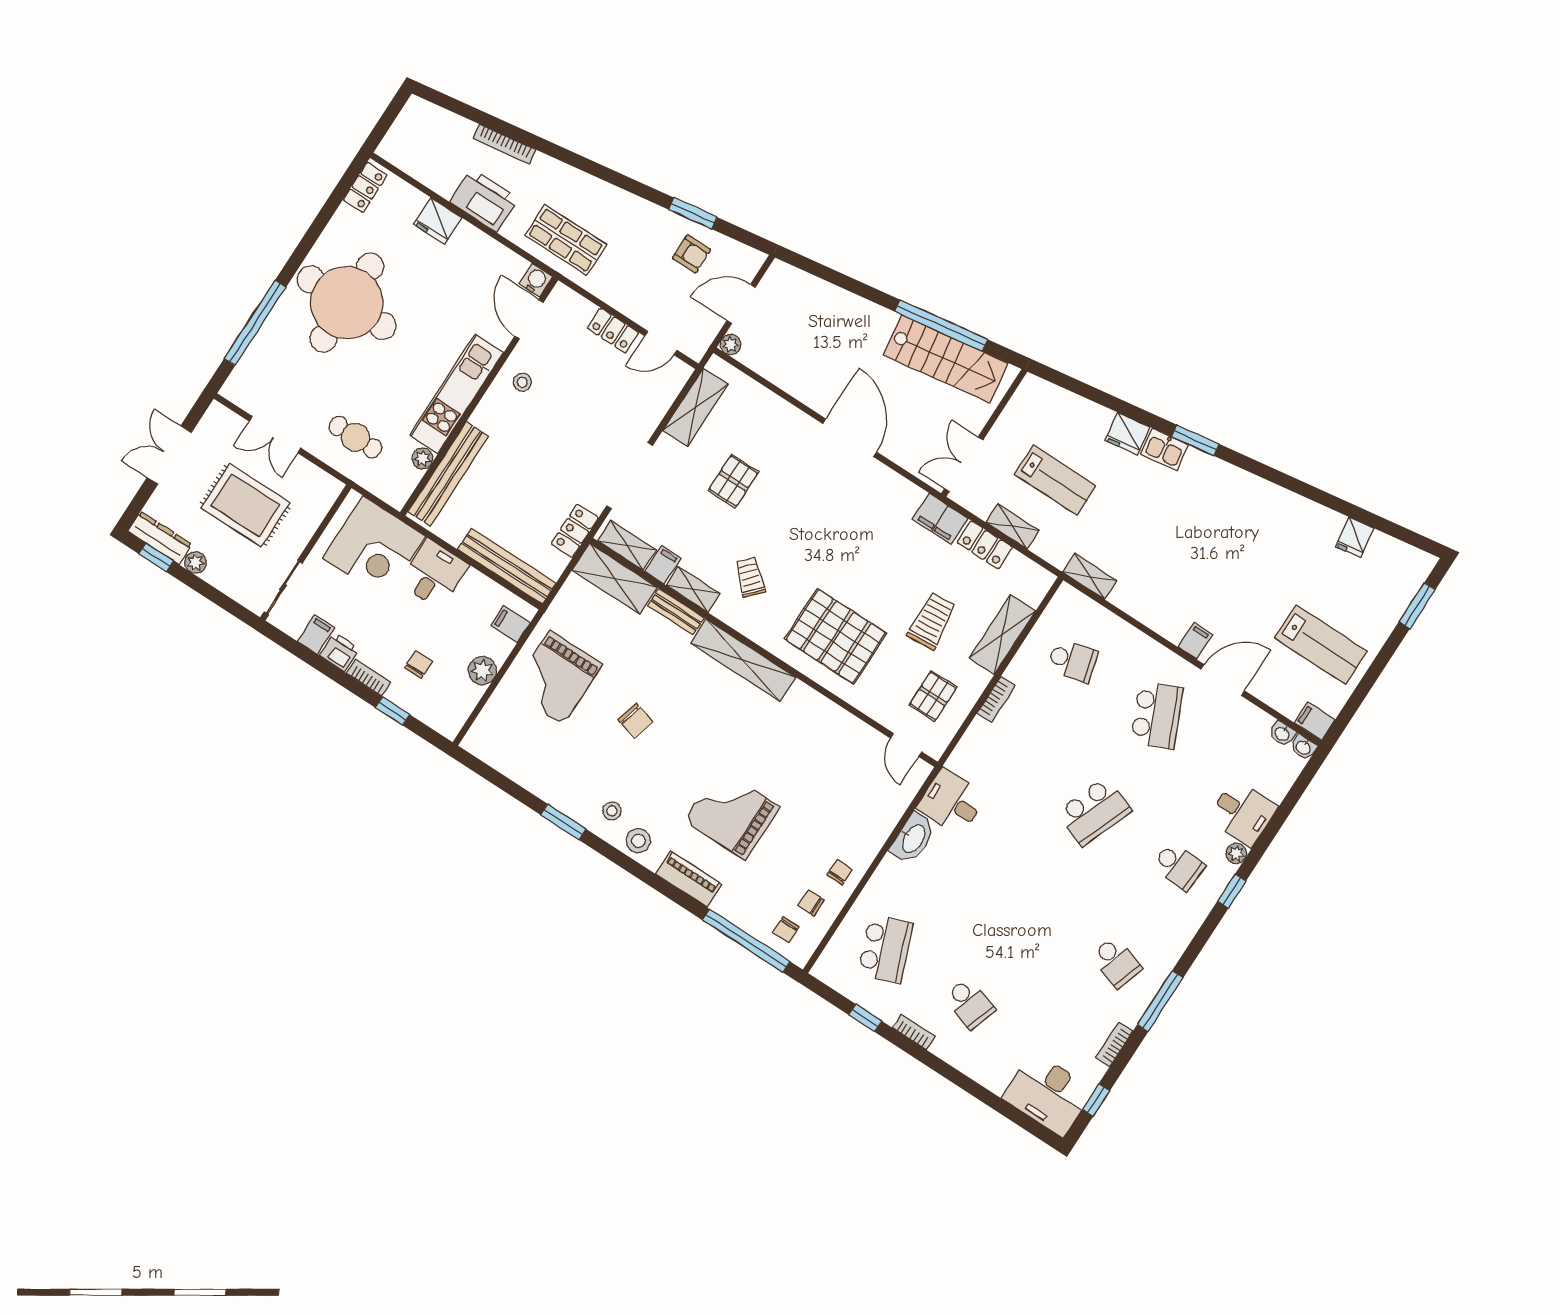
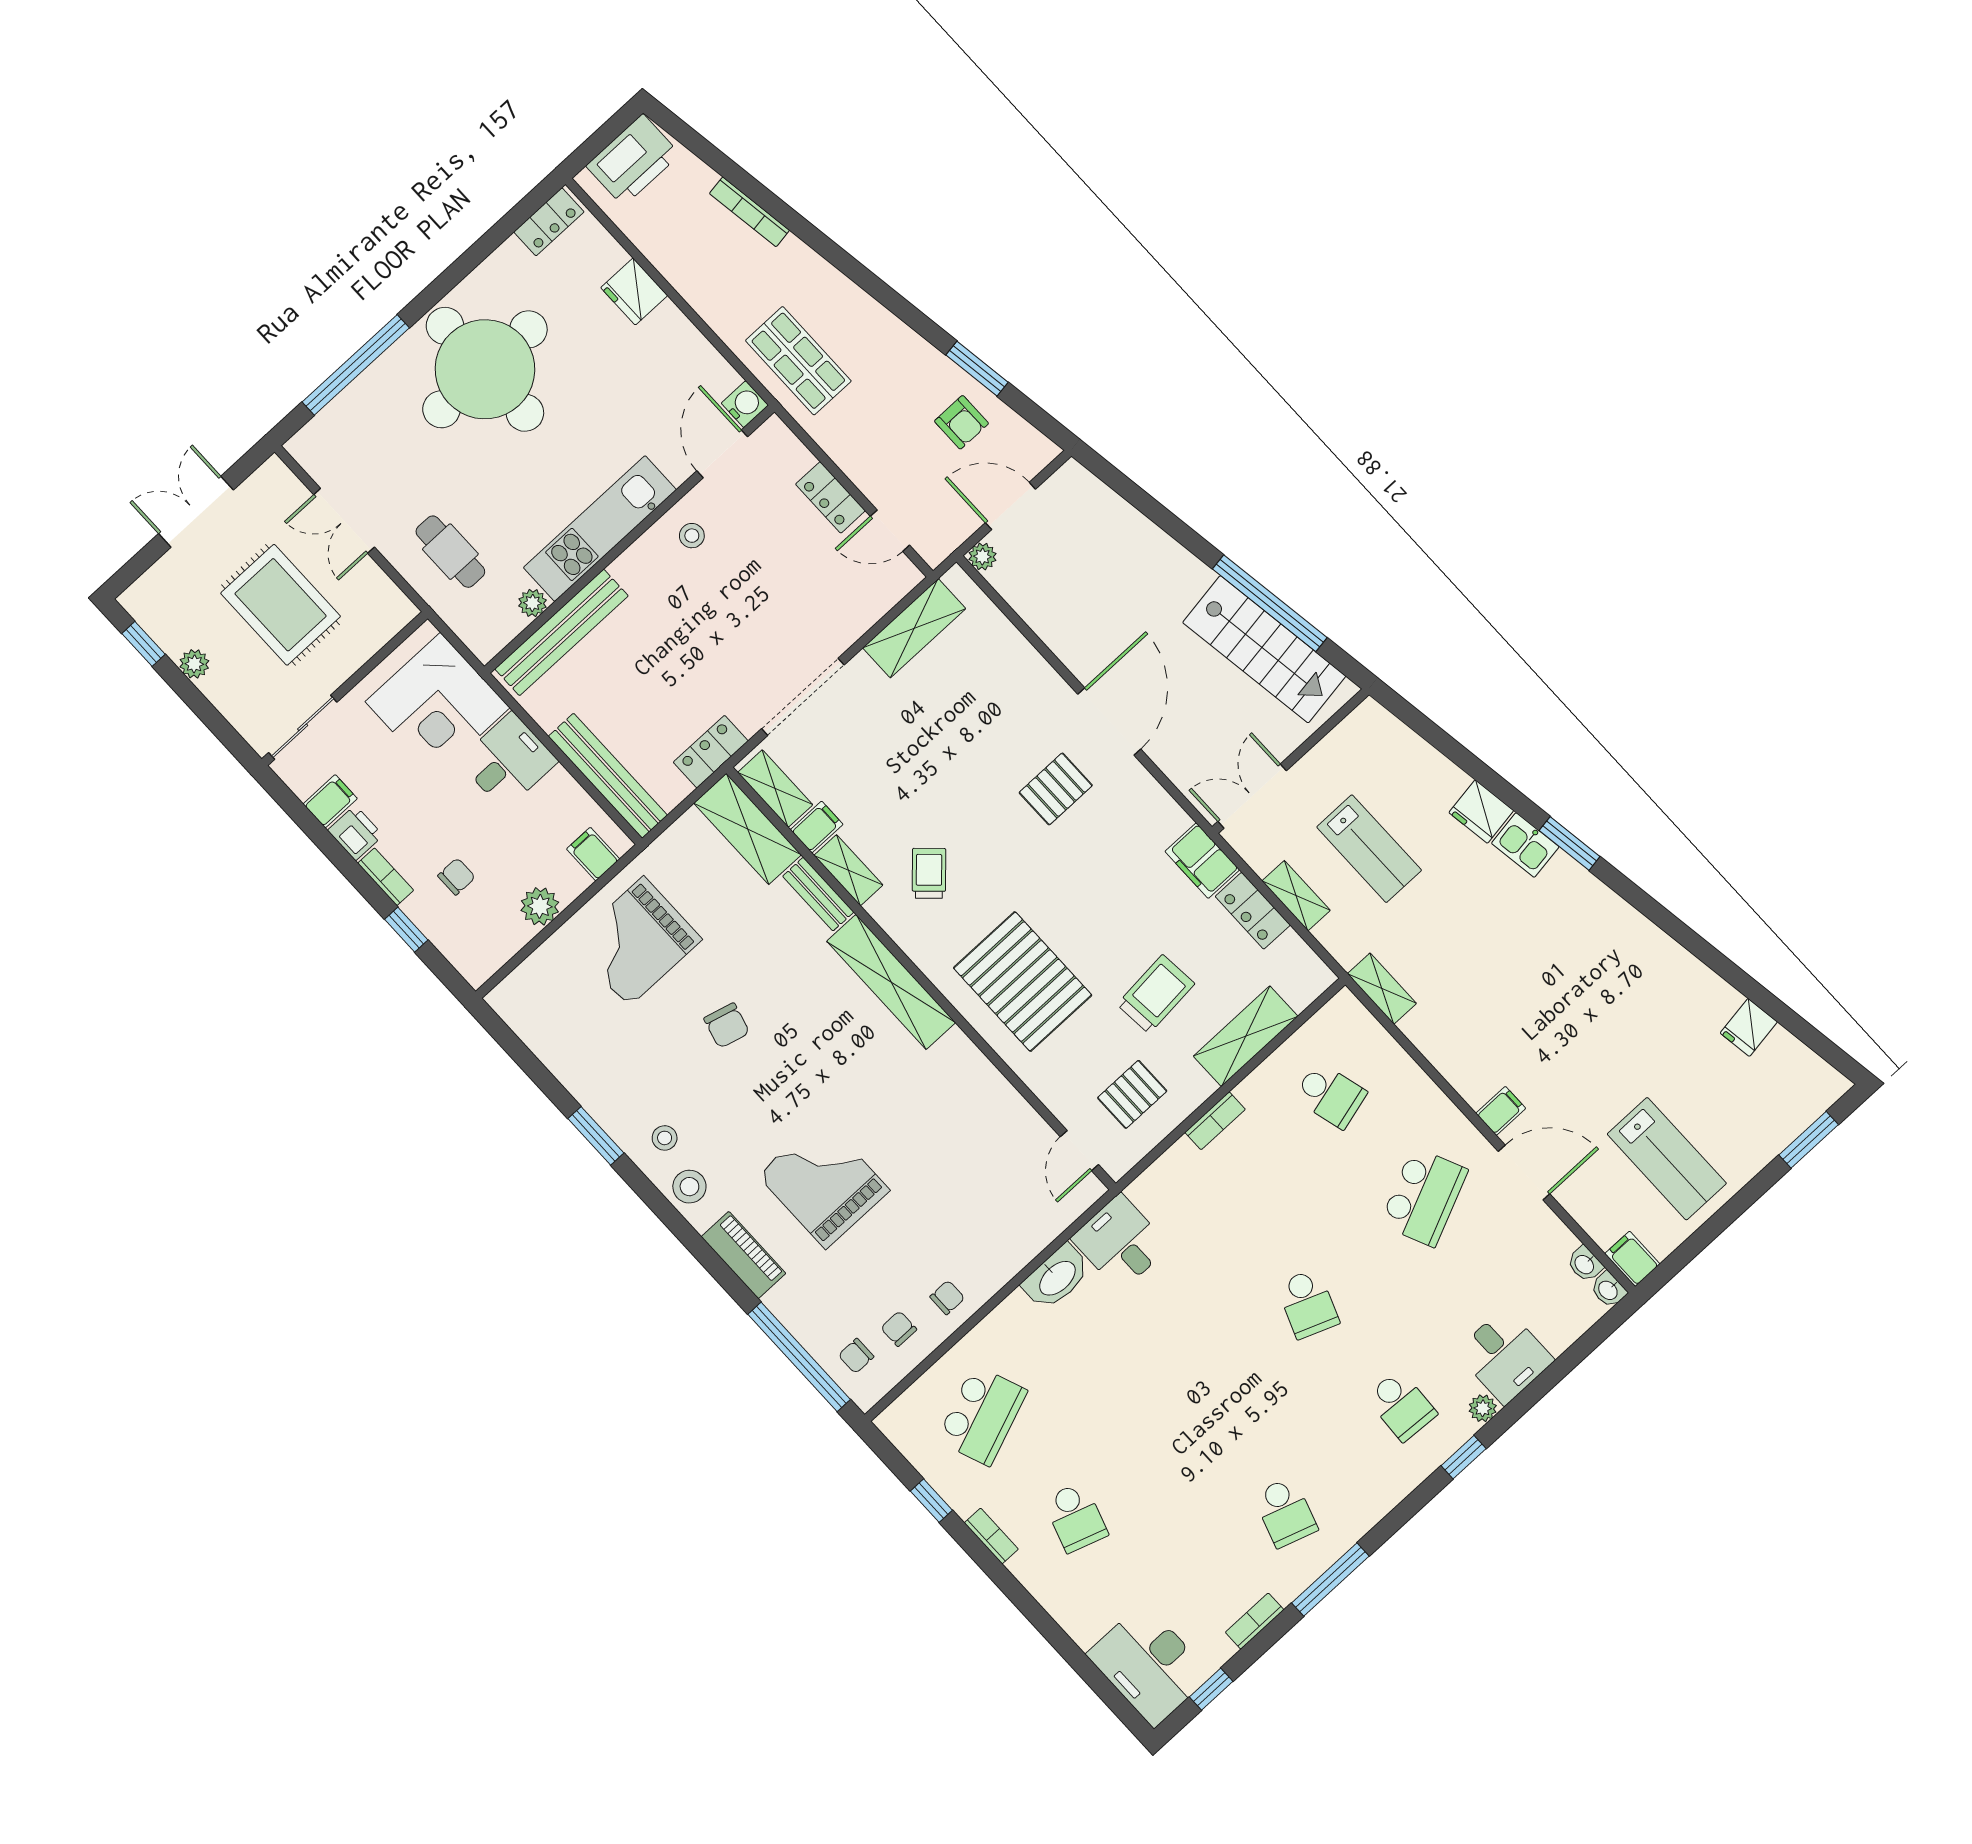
printer: (484, 200) -> (633, 160), moved, turned 90
pallet: (734, 481) -> (1056, 789), moved
dresser: (160, 538) -> (155, 619), removed
school desk: (1094, 811) -> (1308, 1304), width x0.54

